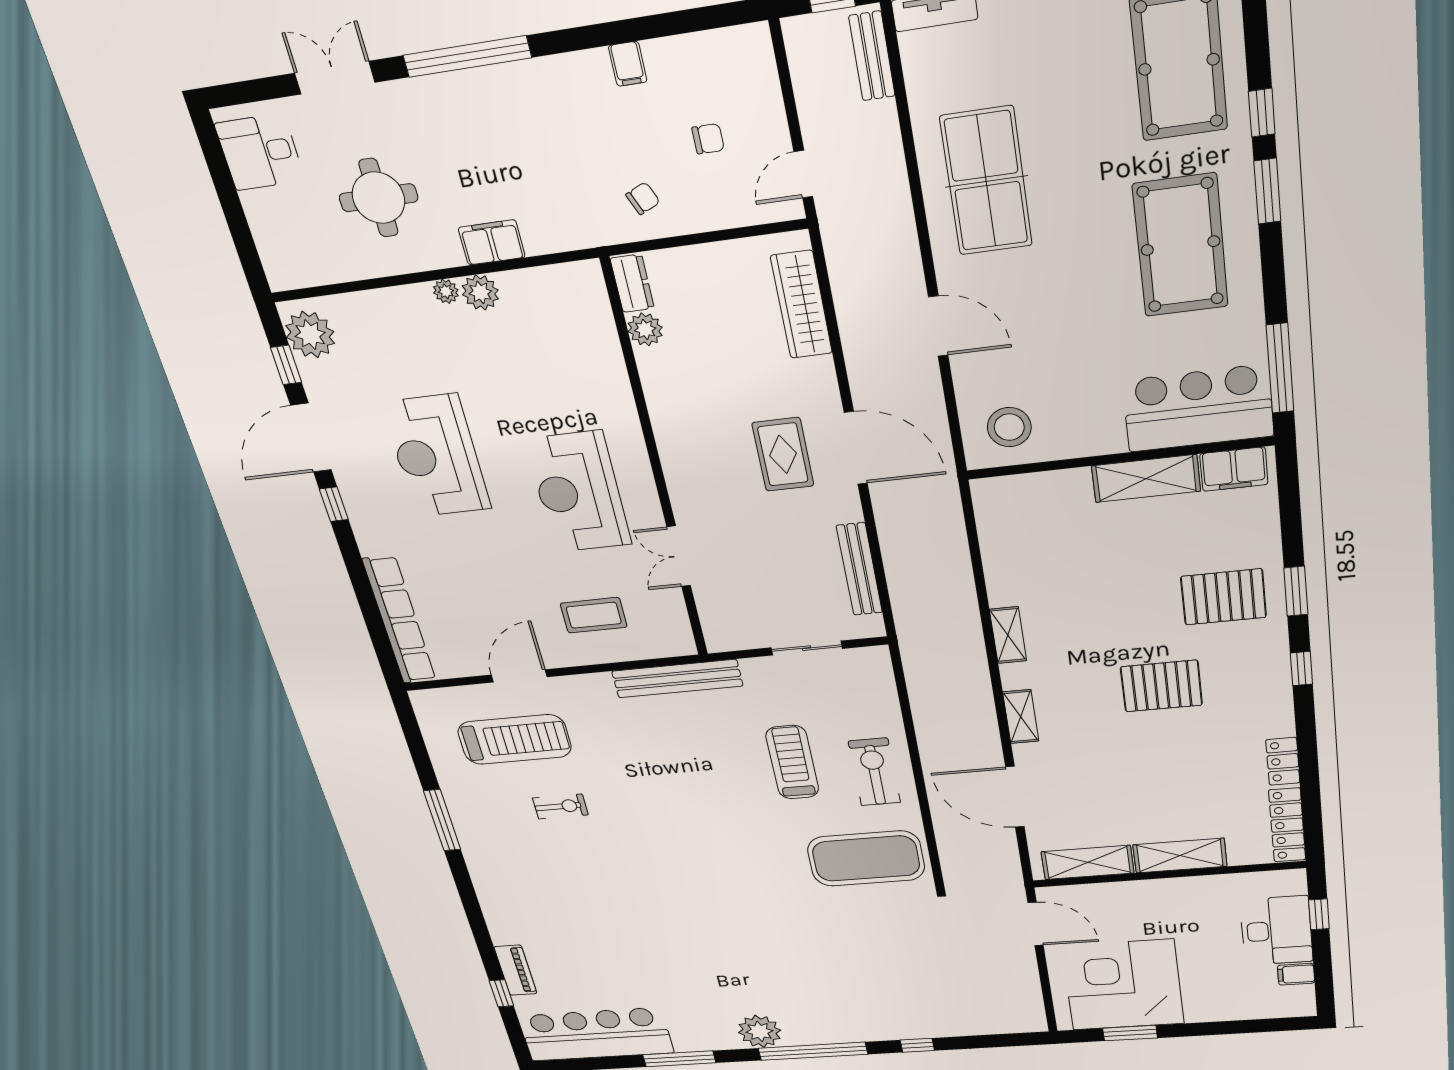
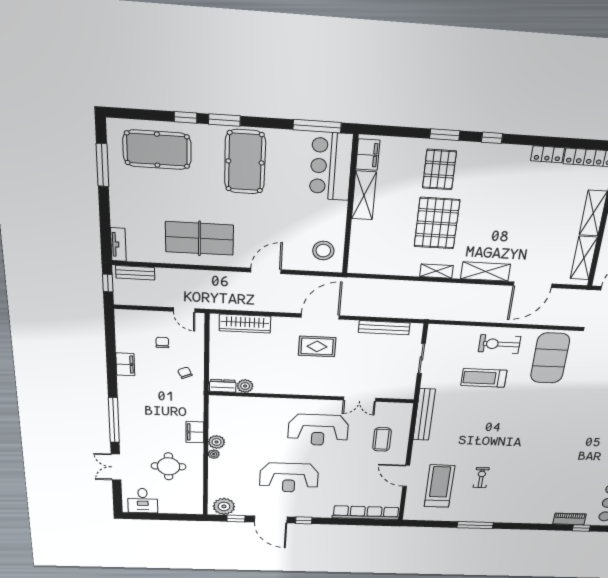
filing cabinet: (628, 64) -> (125, 364), width x2.00
pool table: (1180, 246) -> (245, 162), turned 90
pallet: (1161, 686) -> (437, 223), moved, width x1.37, depth x1.41
shelving: (1021, 717) -> (486, 272), width x1.50, depth x1.33

